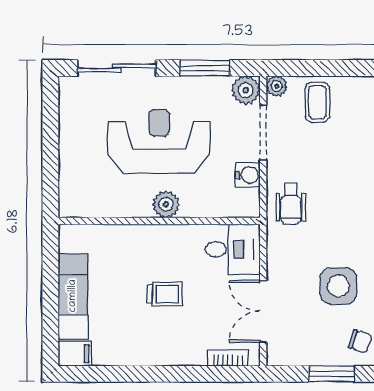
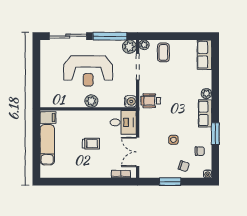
window: (205, 68) -> (110, 36), width x1.44
reception desk: (159, 141) -> (88, 71), turned 180
water cooler: (248, 175) -> (130, 101), moved
wheelchair: (291, 204) -> (151, 101), turned 90
side table: (338, 286) -> (173, 140), width x0.54, depth x0.54
filing cabinet: (75, 354) -> (48, 118), moved

